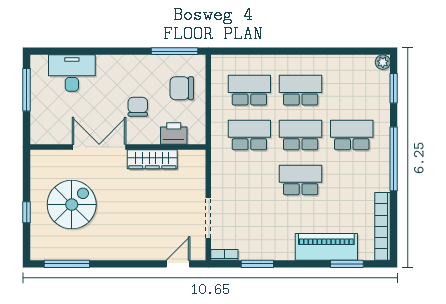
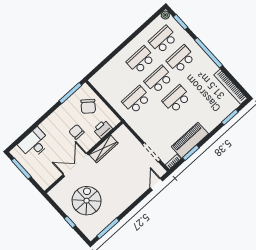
chair: (182, 88) -> (88, 106), turned -51
school desk: (249, 90) -> (163, 40), moved
piano: (326, 247) -> (190, 140), moved

